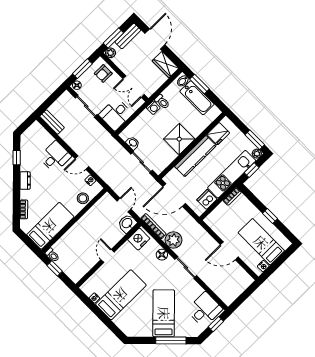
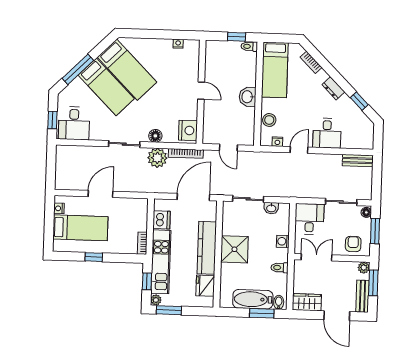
washing machine: (153, 108) -> (283, 241), moved
washbasin: (127, 223) -> (248, 97), moved, turned 180
bed: (121, 295) -> (127, 70), moved, turned -45

